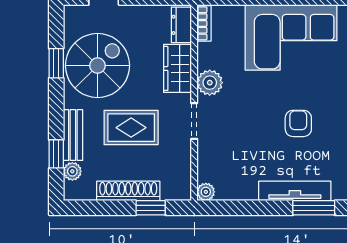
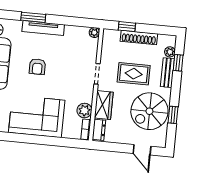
plant: (210, 83) -> (84, 110), moved

